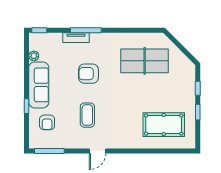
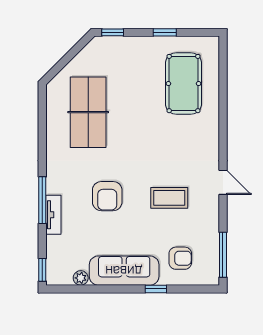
window: (198, 88) -> (113, 32), moved

